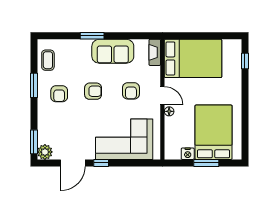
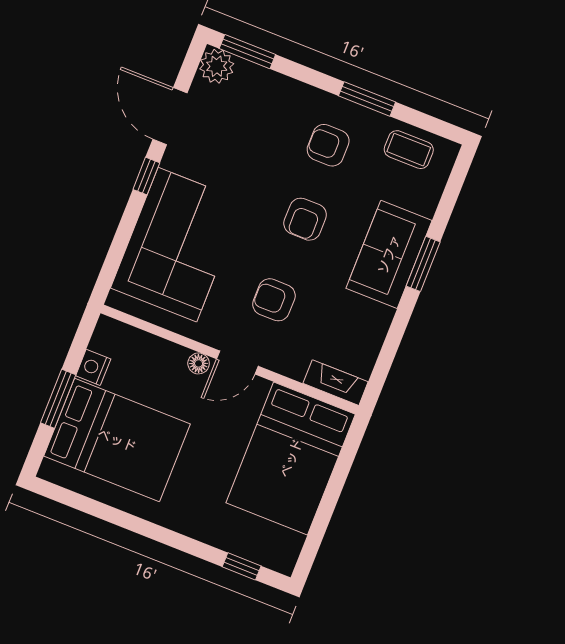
sofa: (113, 51) -> (389, 254), moved

